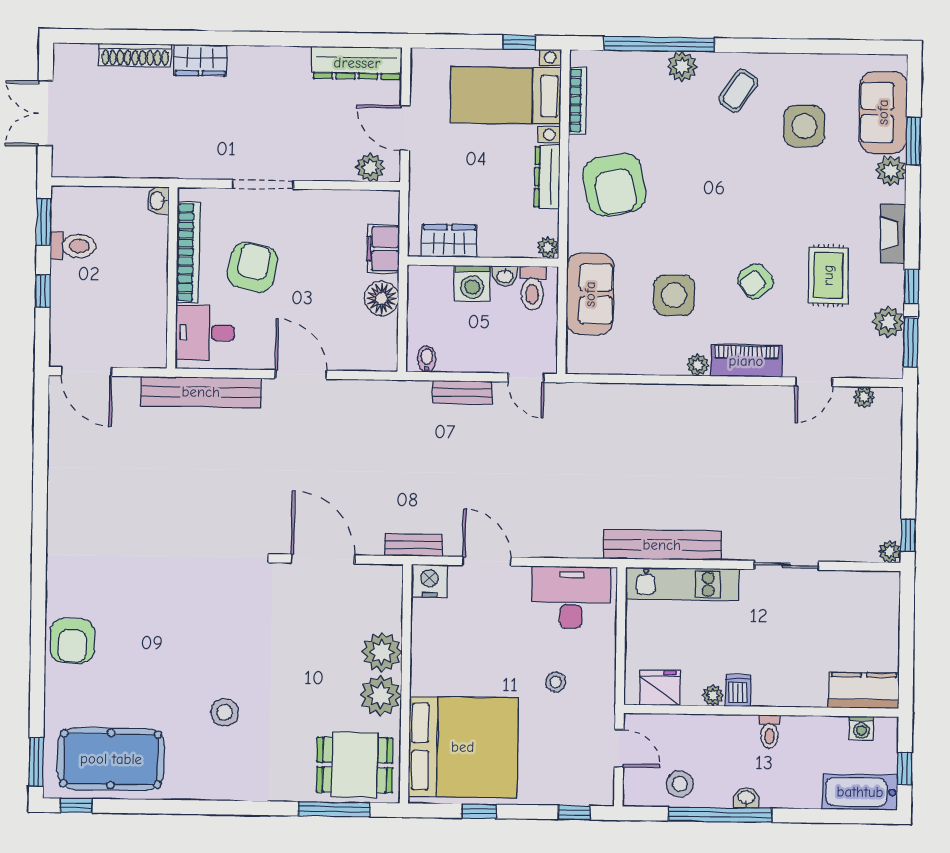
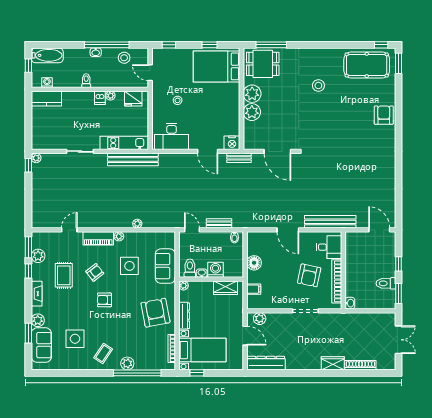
armchair: (734, 216) -> (104, 300), added
filing cabinet: (383, 249) -> (254, 289), width x0.50
plant: (864, 397) -> (137, 224), moved
bed: (463, 747) -> (217, 66), width x0.73

